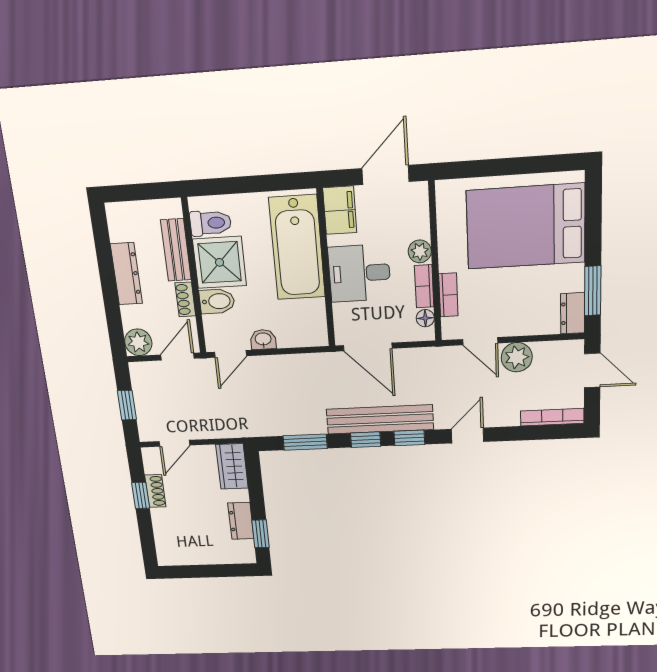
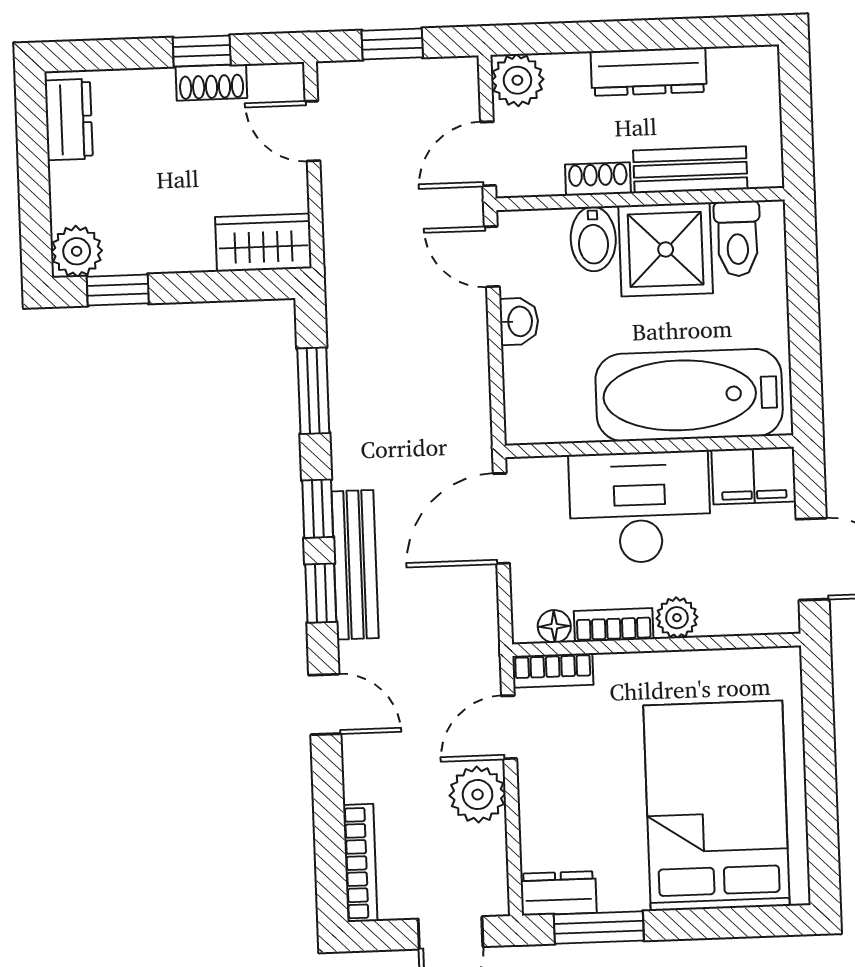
desk: (359, 273) -> (640, 507), width x1.37
bookcase: (448, 295) -> (553, 670), moved
door: (177, 357) -> (488, 154), swing flipped
bench: (380, 419) -> (355, 565), width x0.73, depth x0.82
dresser: (241, 521) -> (69, 120), moved, turned 90
plant: (243, 552) -> (77, 251), added

